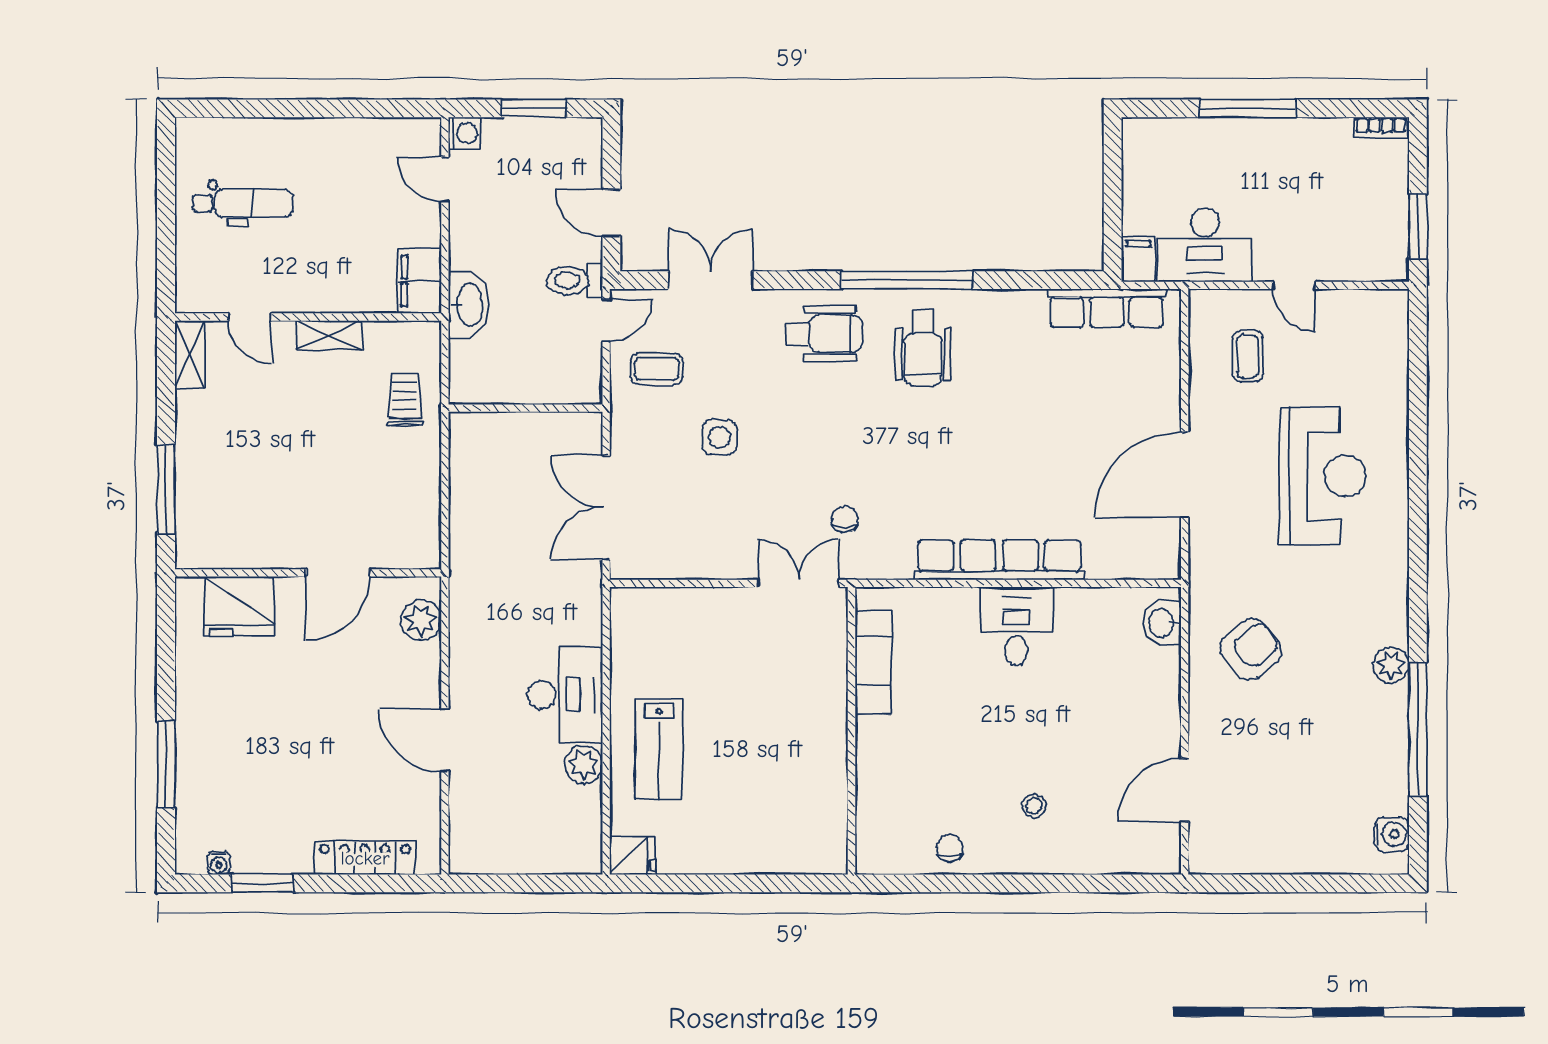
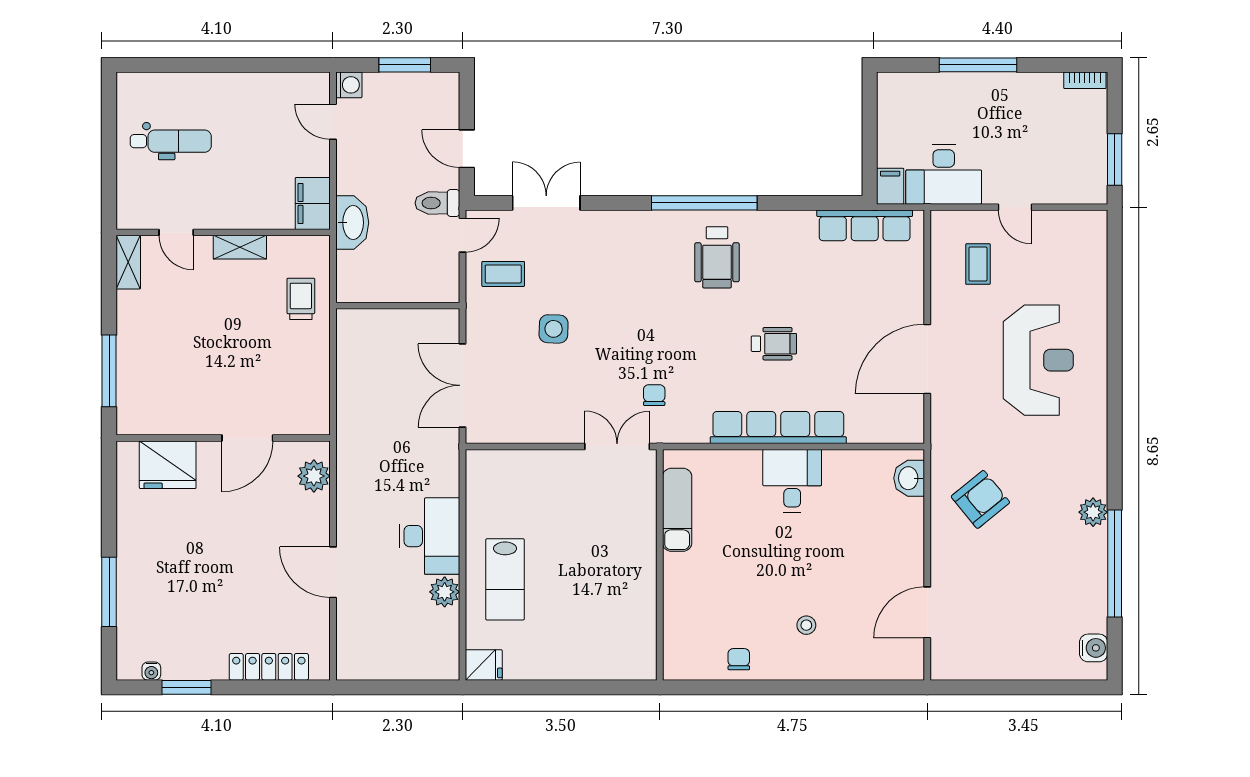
wheelchair: (824, 334) -> (774, 344), moved, width x0.73, depth x0.73

